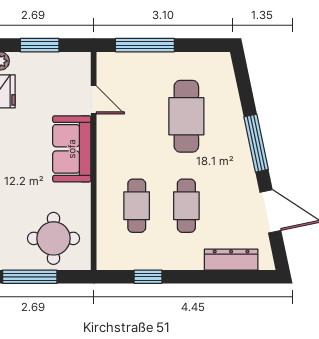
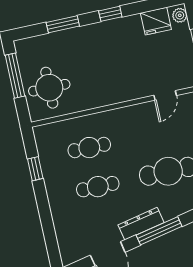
sofa: (72, 149) -> (123, 87), removed
dresser: (231, 260) -> (141, 224), moved, turned -102

